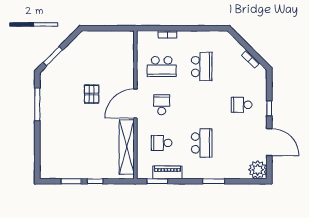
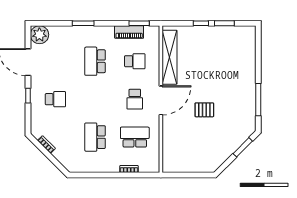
pallet: (92, 94) -> (204, 110), turned 90

